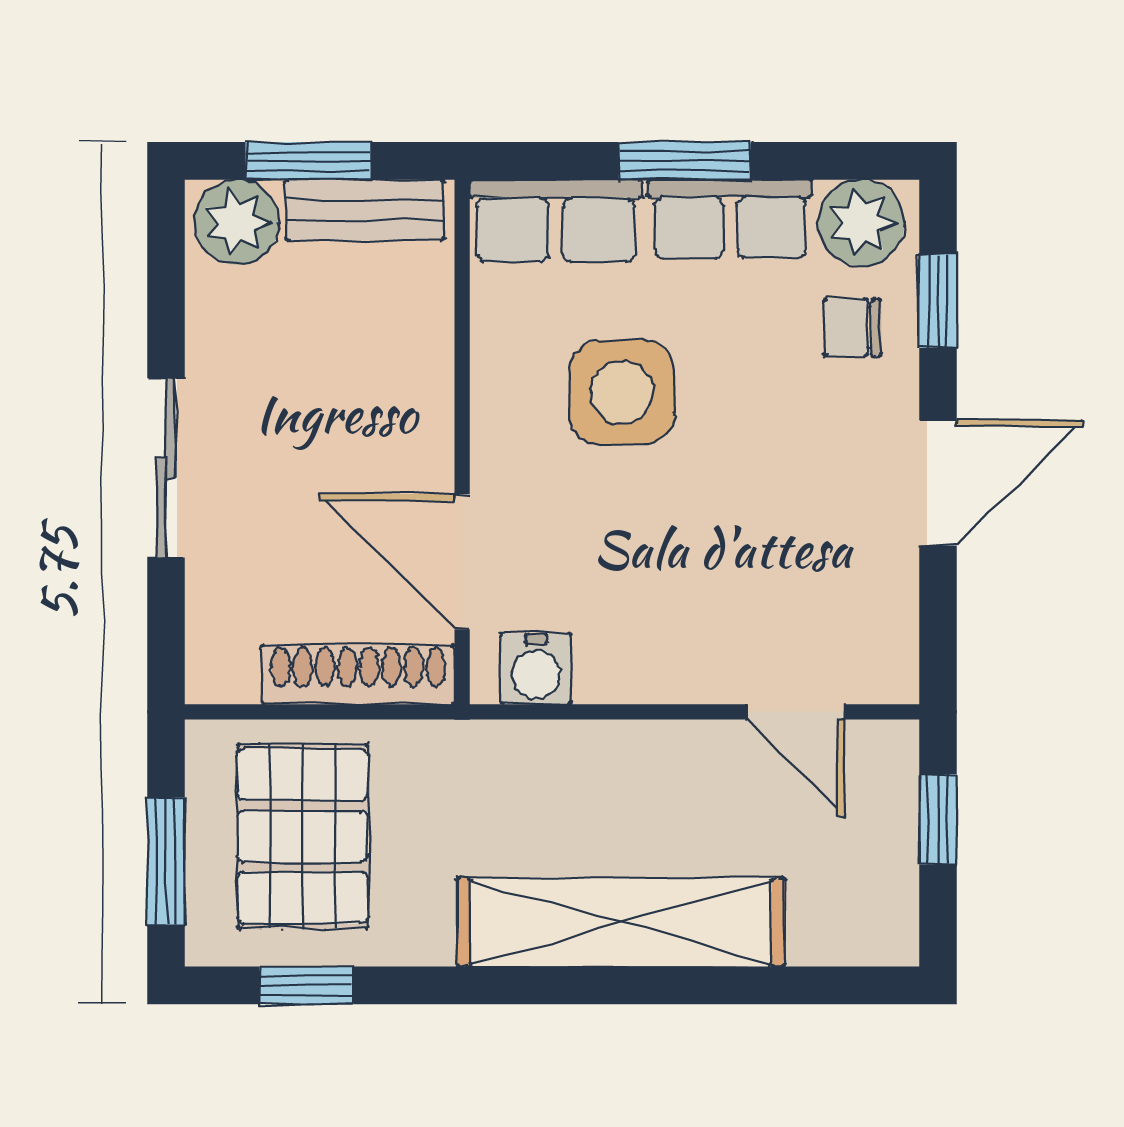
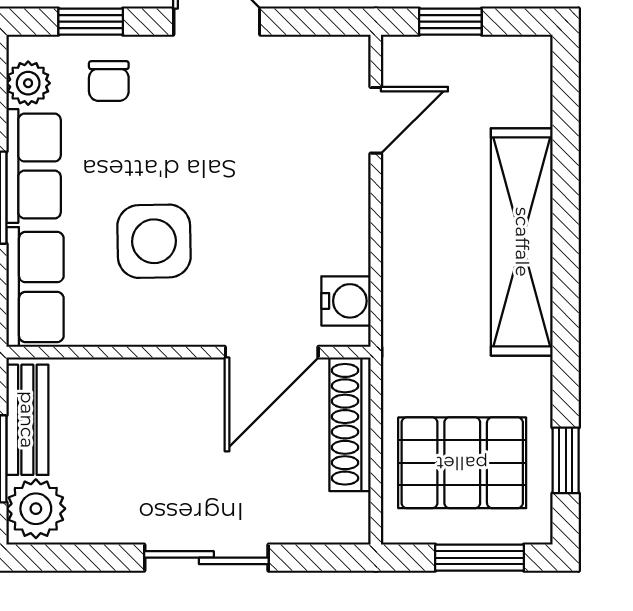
plant: (861, 223) -> (28, 83), width x0.73, depth x0.73

